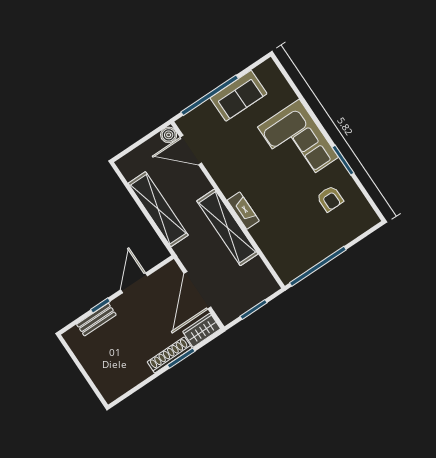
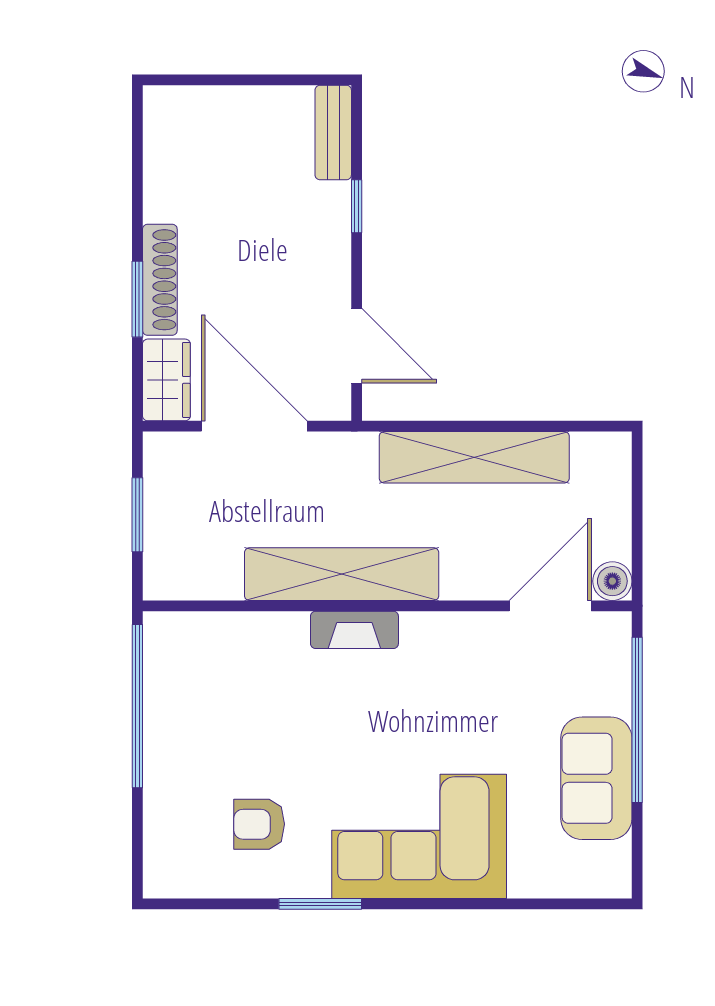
door: (134, 283) -> (357, 346), moved
bench: (96, 320) -> (333, 133), moved

